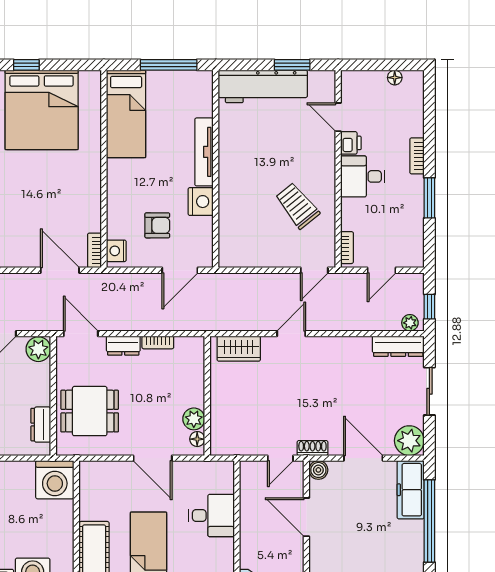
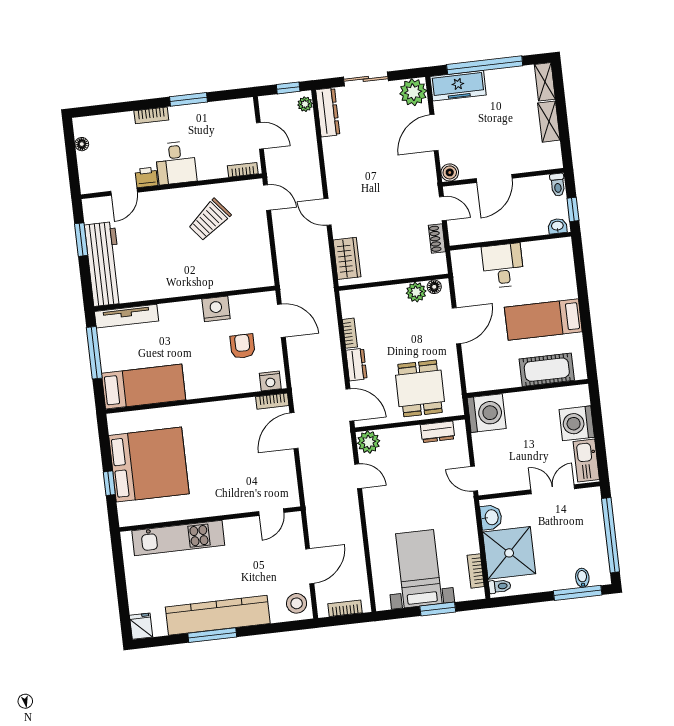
tv unit: (204, 152) -> (126, 316), moved
door: (81, 334) -> (350, 405), swing flipped
shoe rack: (312, 448) -> (437, 239), moved

